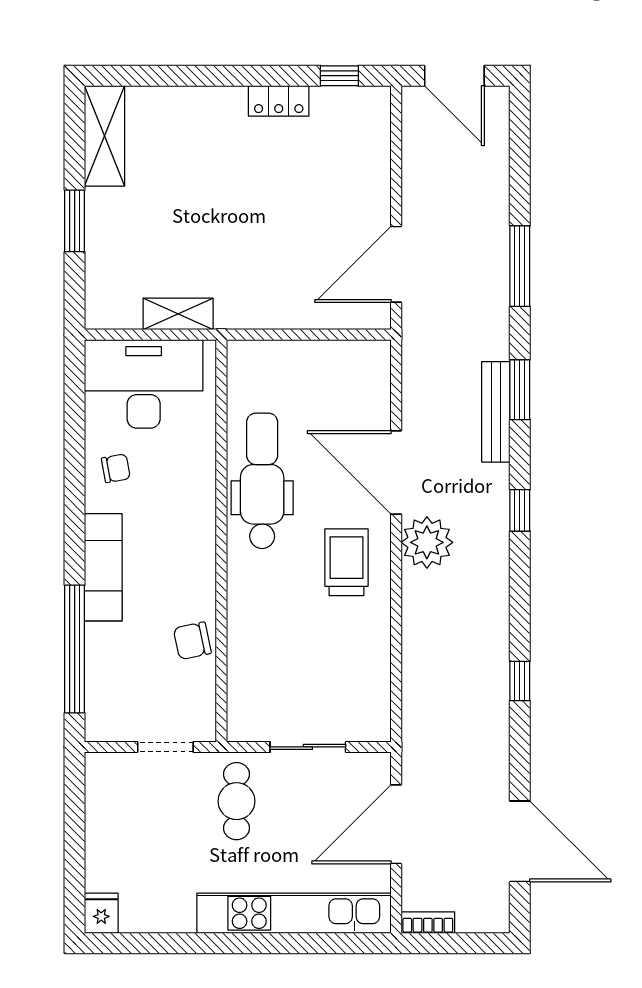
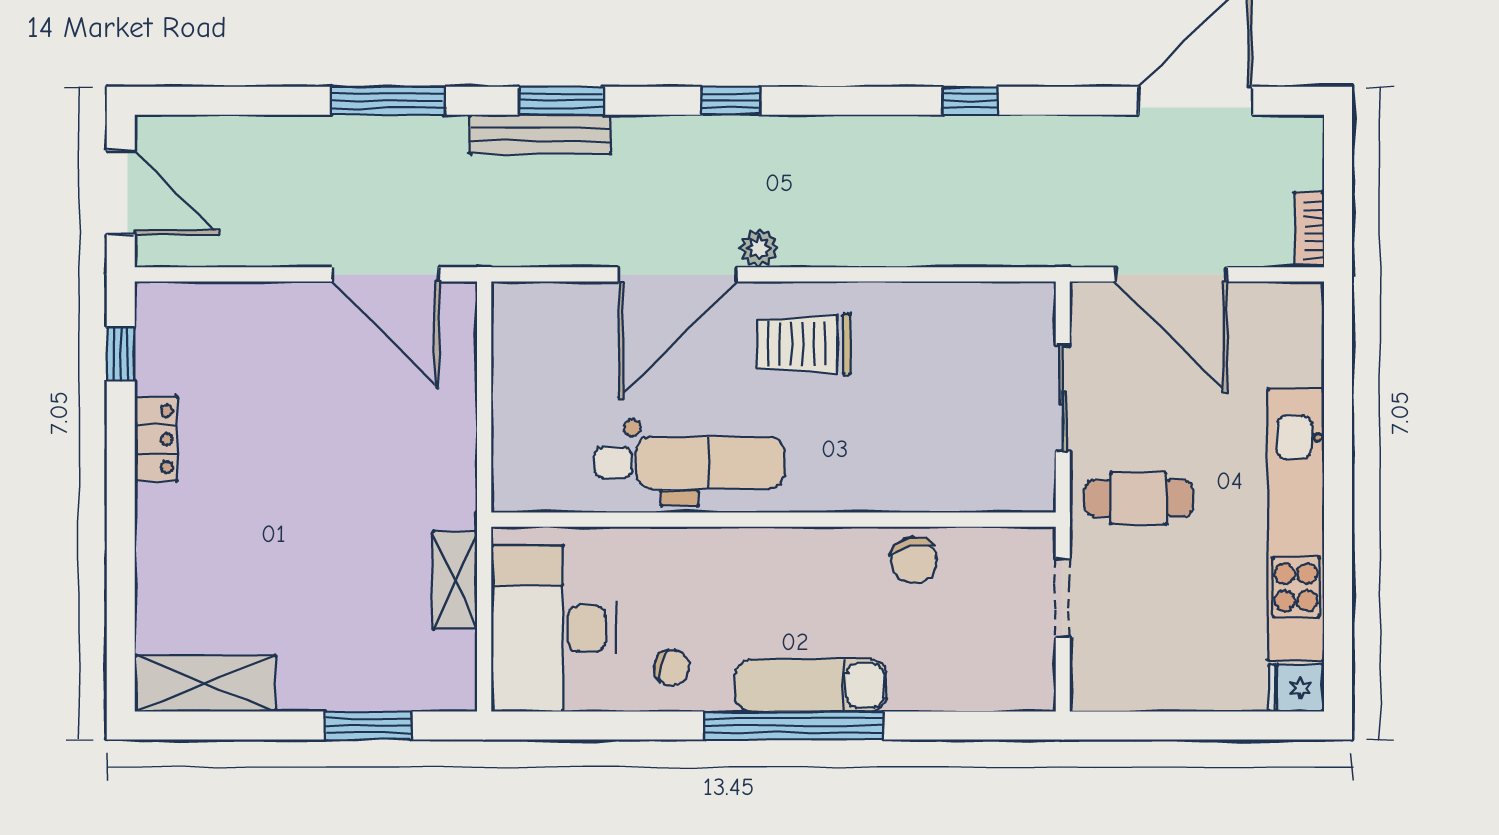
door: (454, 76) -> (121, 193), hinge flipped
window: (75, 221) -> (368, 726), moved
bench: (496, 412) -> (540, 134), moved
chair: (116, 468) -> (672, 668), turned 114
dental chair: (262, 481) -> (689, 462), turned 180
plant: (427, 542) -> (759, 248), width x0.53, depth x0.53
window: (75, 649) -> (794, 726), moved
kitchen unit: (294, 913) -> (1296, 524), moved

